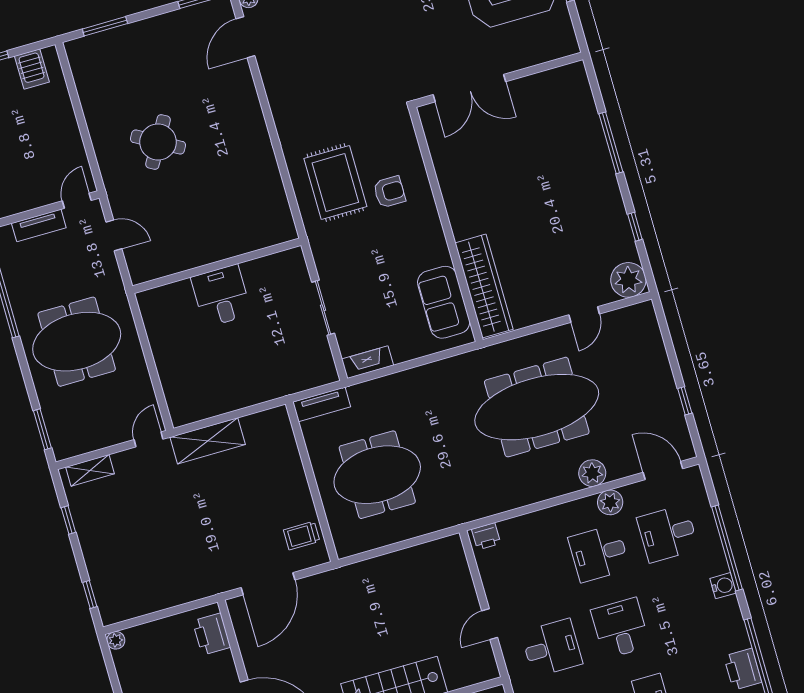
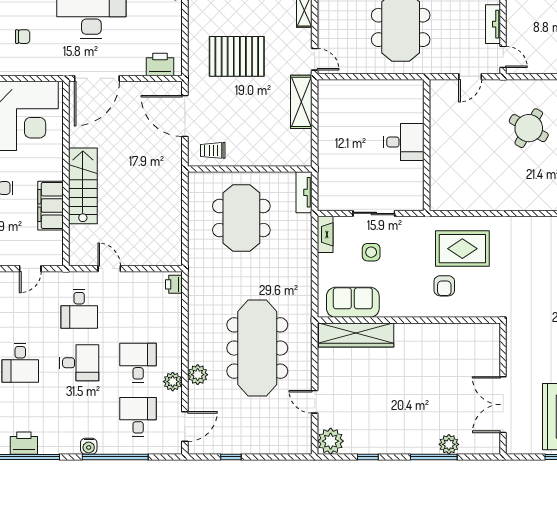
double door: (469, 88) -> (503, 405), moved
plant: (589, 128) -> (449, 444), added
side table: (373, 297) -> (371, 252), added
trolley: (302, 536) -> (213, 150), turned -90
pallet: (173, 540) -> (237, 56), added

